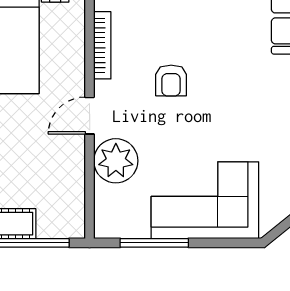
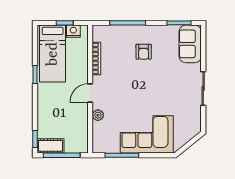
armchair: (171, 80) -> (144, 52), moved
plant: (116, 161) -> (98, 115), width x0.53, depth x0.53

